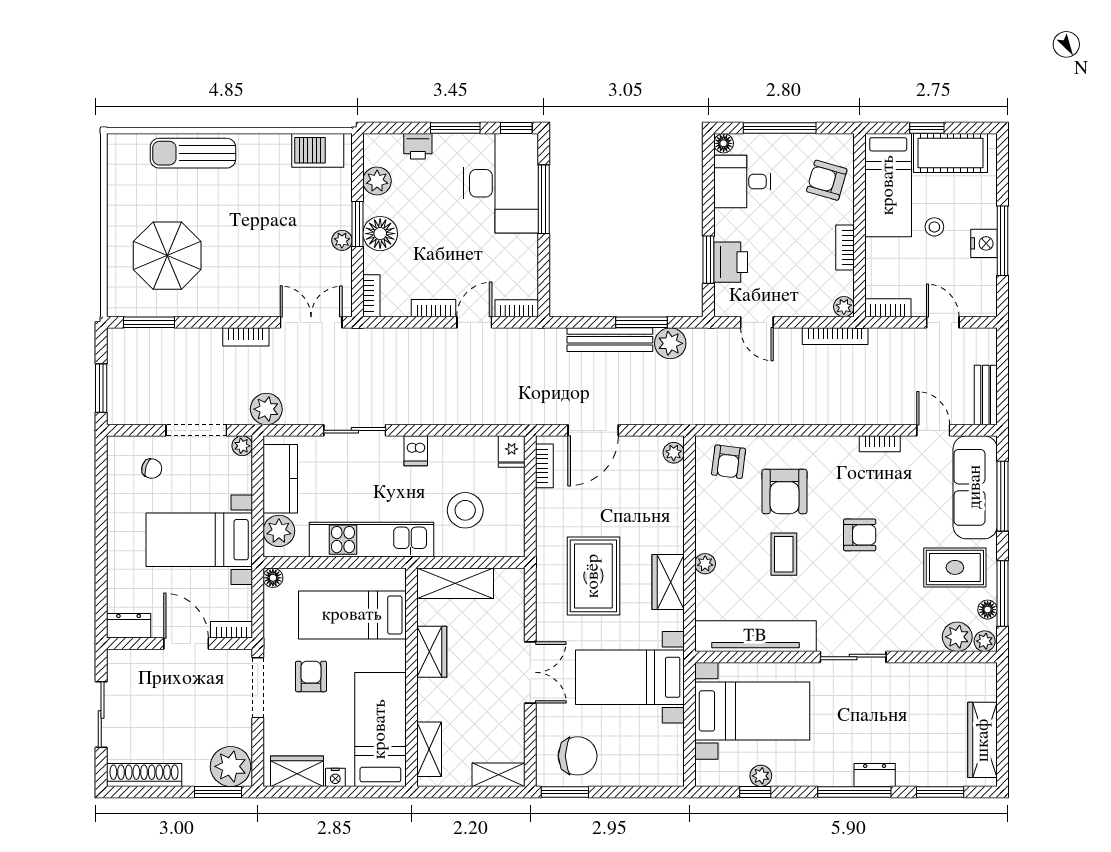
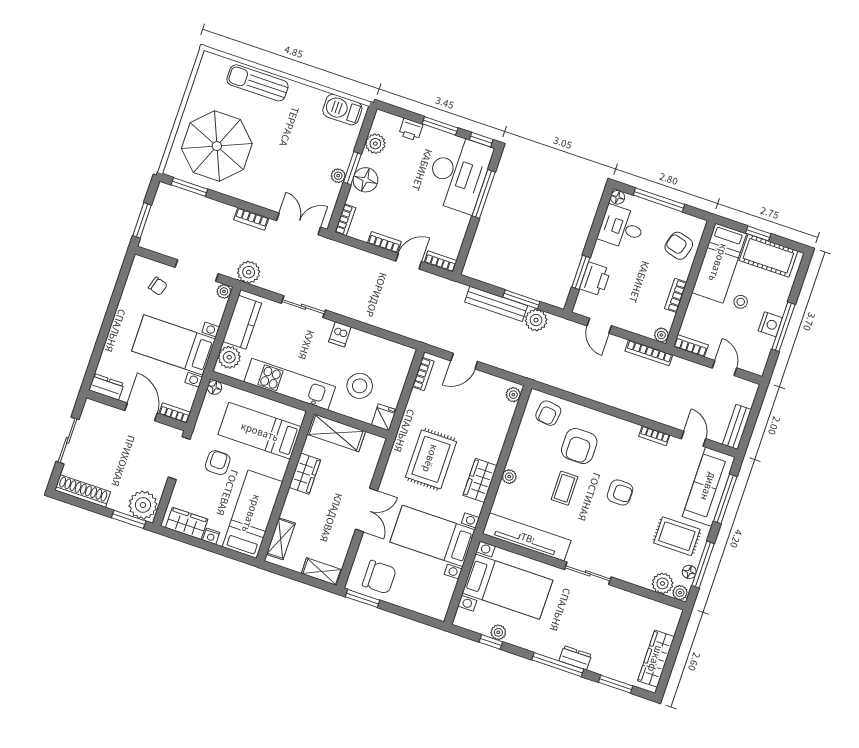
parasol: (167, 256) -> (217, 146), width x1.36, depth x1.36
door: (593, 430) -> (464, 361), width x0.73
fridge: (512, 451) -> (384, 417), moved, turned 180

